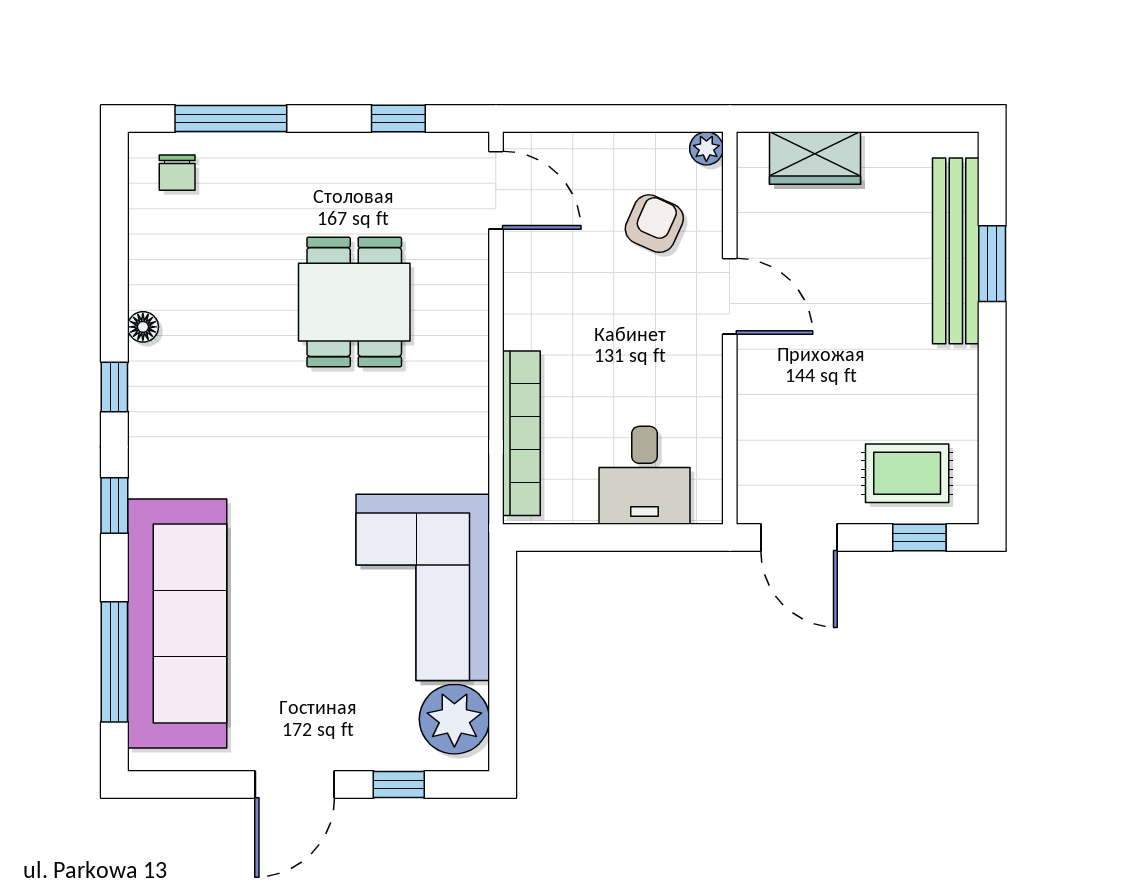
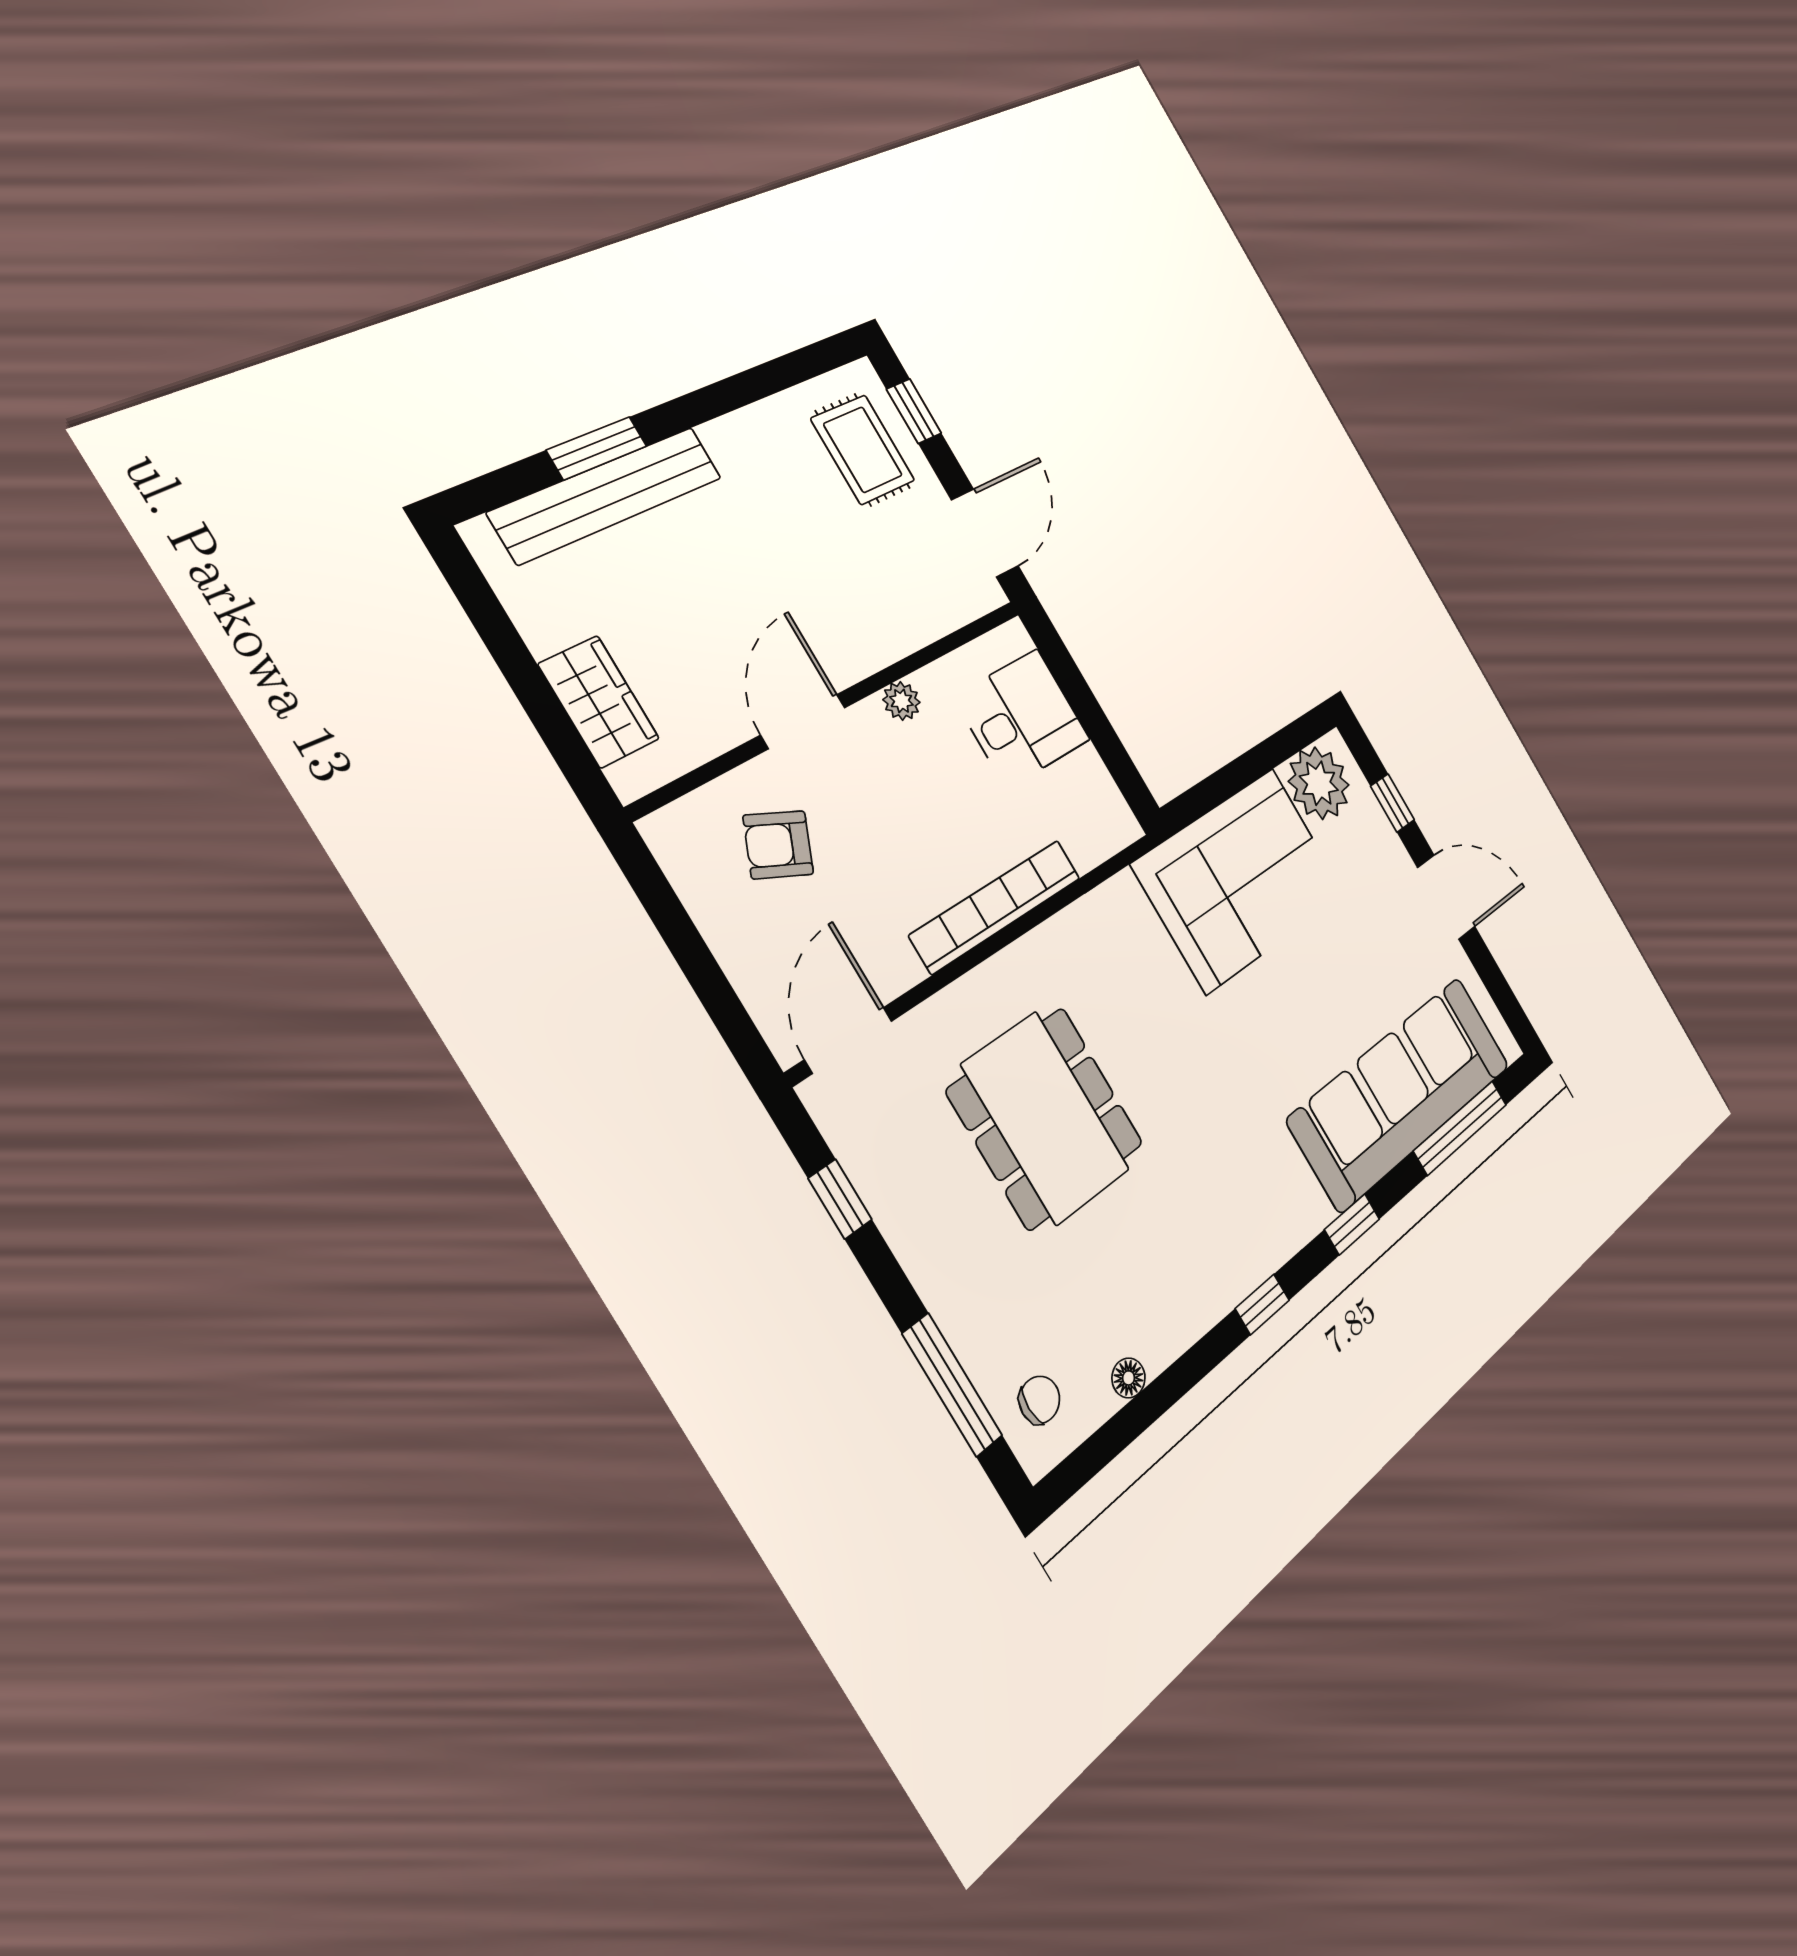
plant: (706, 148) -> (902, 701), moved
dining table: (354, 302) -> (1046, 1118), width x1.38
floor lamp: (143, 327) -> (1129, 1378), moved
bookcase: (521, 433) -> (996, 906), moved

